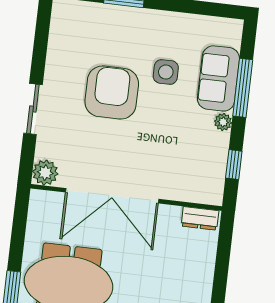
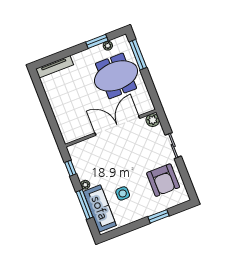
sofa: (218, 78) -> (100, 208), width x1.36
armchair: (112, 93) -> (163, 180), moved
dresser: (200, 218) -> (73, 136), removed

